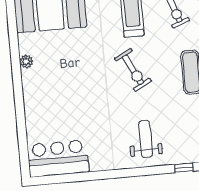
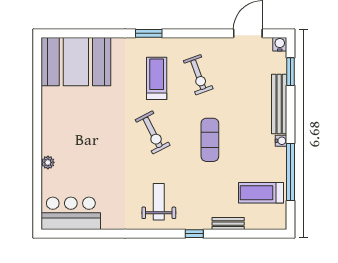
plant: (26, 61) -> (48, 162), moved

